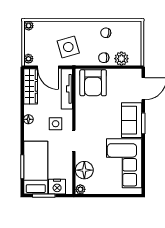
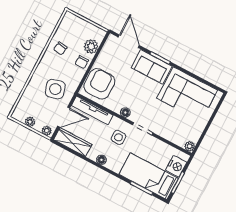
plant: (29, 26) -> (30, 122), moved
armchair: (93, 83) -> (99, 84), turned -90
floor lamp: (84, 170) -> (125, 113), moved, width x0.53, depth x0.53

